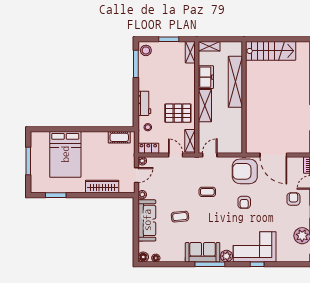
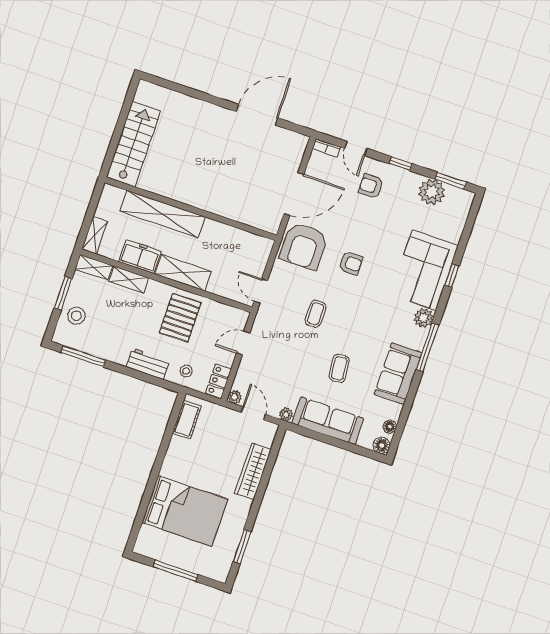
stool: (146, 50) -> (76, 316), moved
shelving: (190, 141) -> (129, 280), moved
sofa: (203, 252) -> (398, 374), moved

